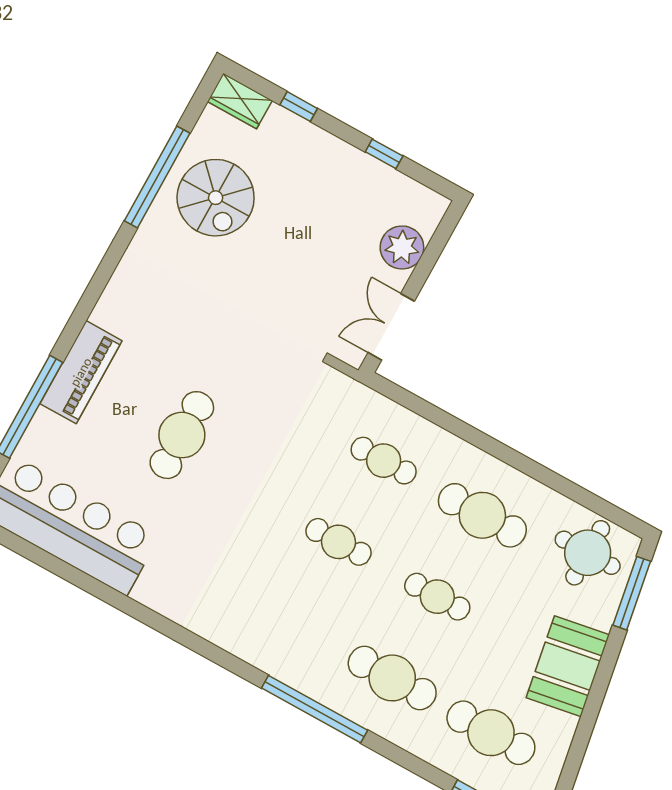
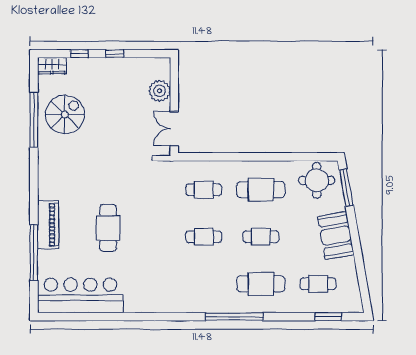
window: (384, 154) -> (115, 54), moved
spiral stairs: (216, 198) -> (65, 114), turned -90
cafe table: (491, 733) -> (318, 284), width x0.73, depth x0.74

